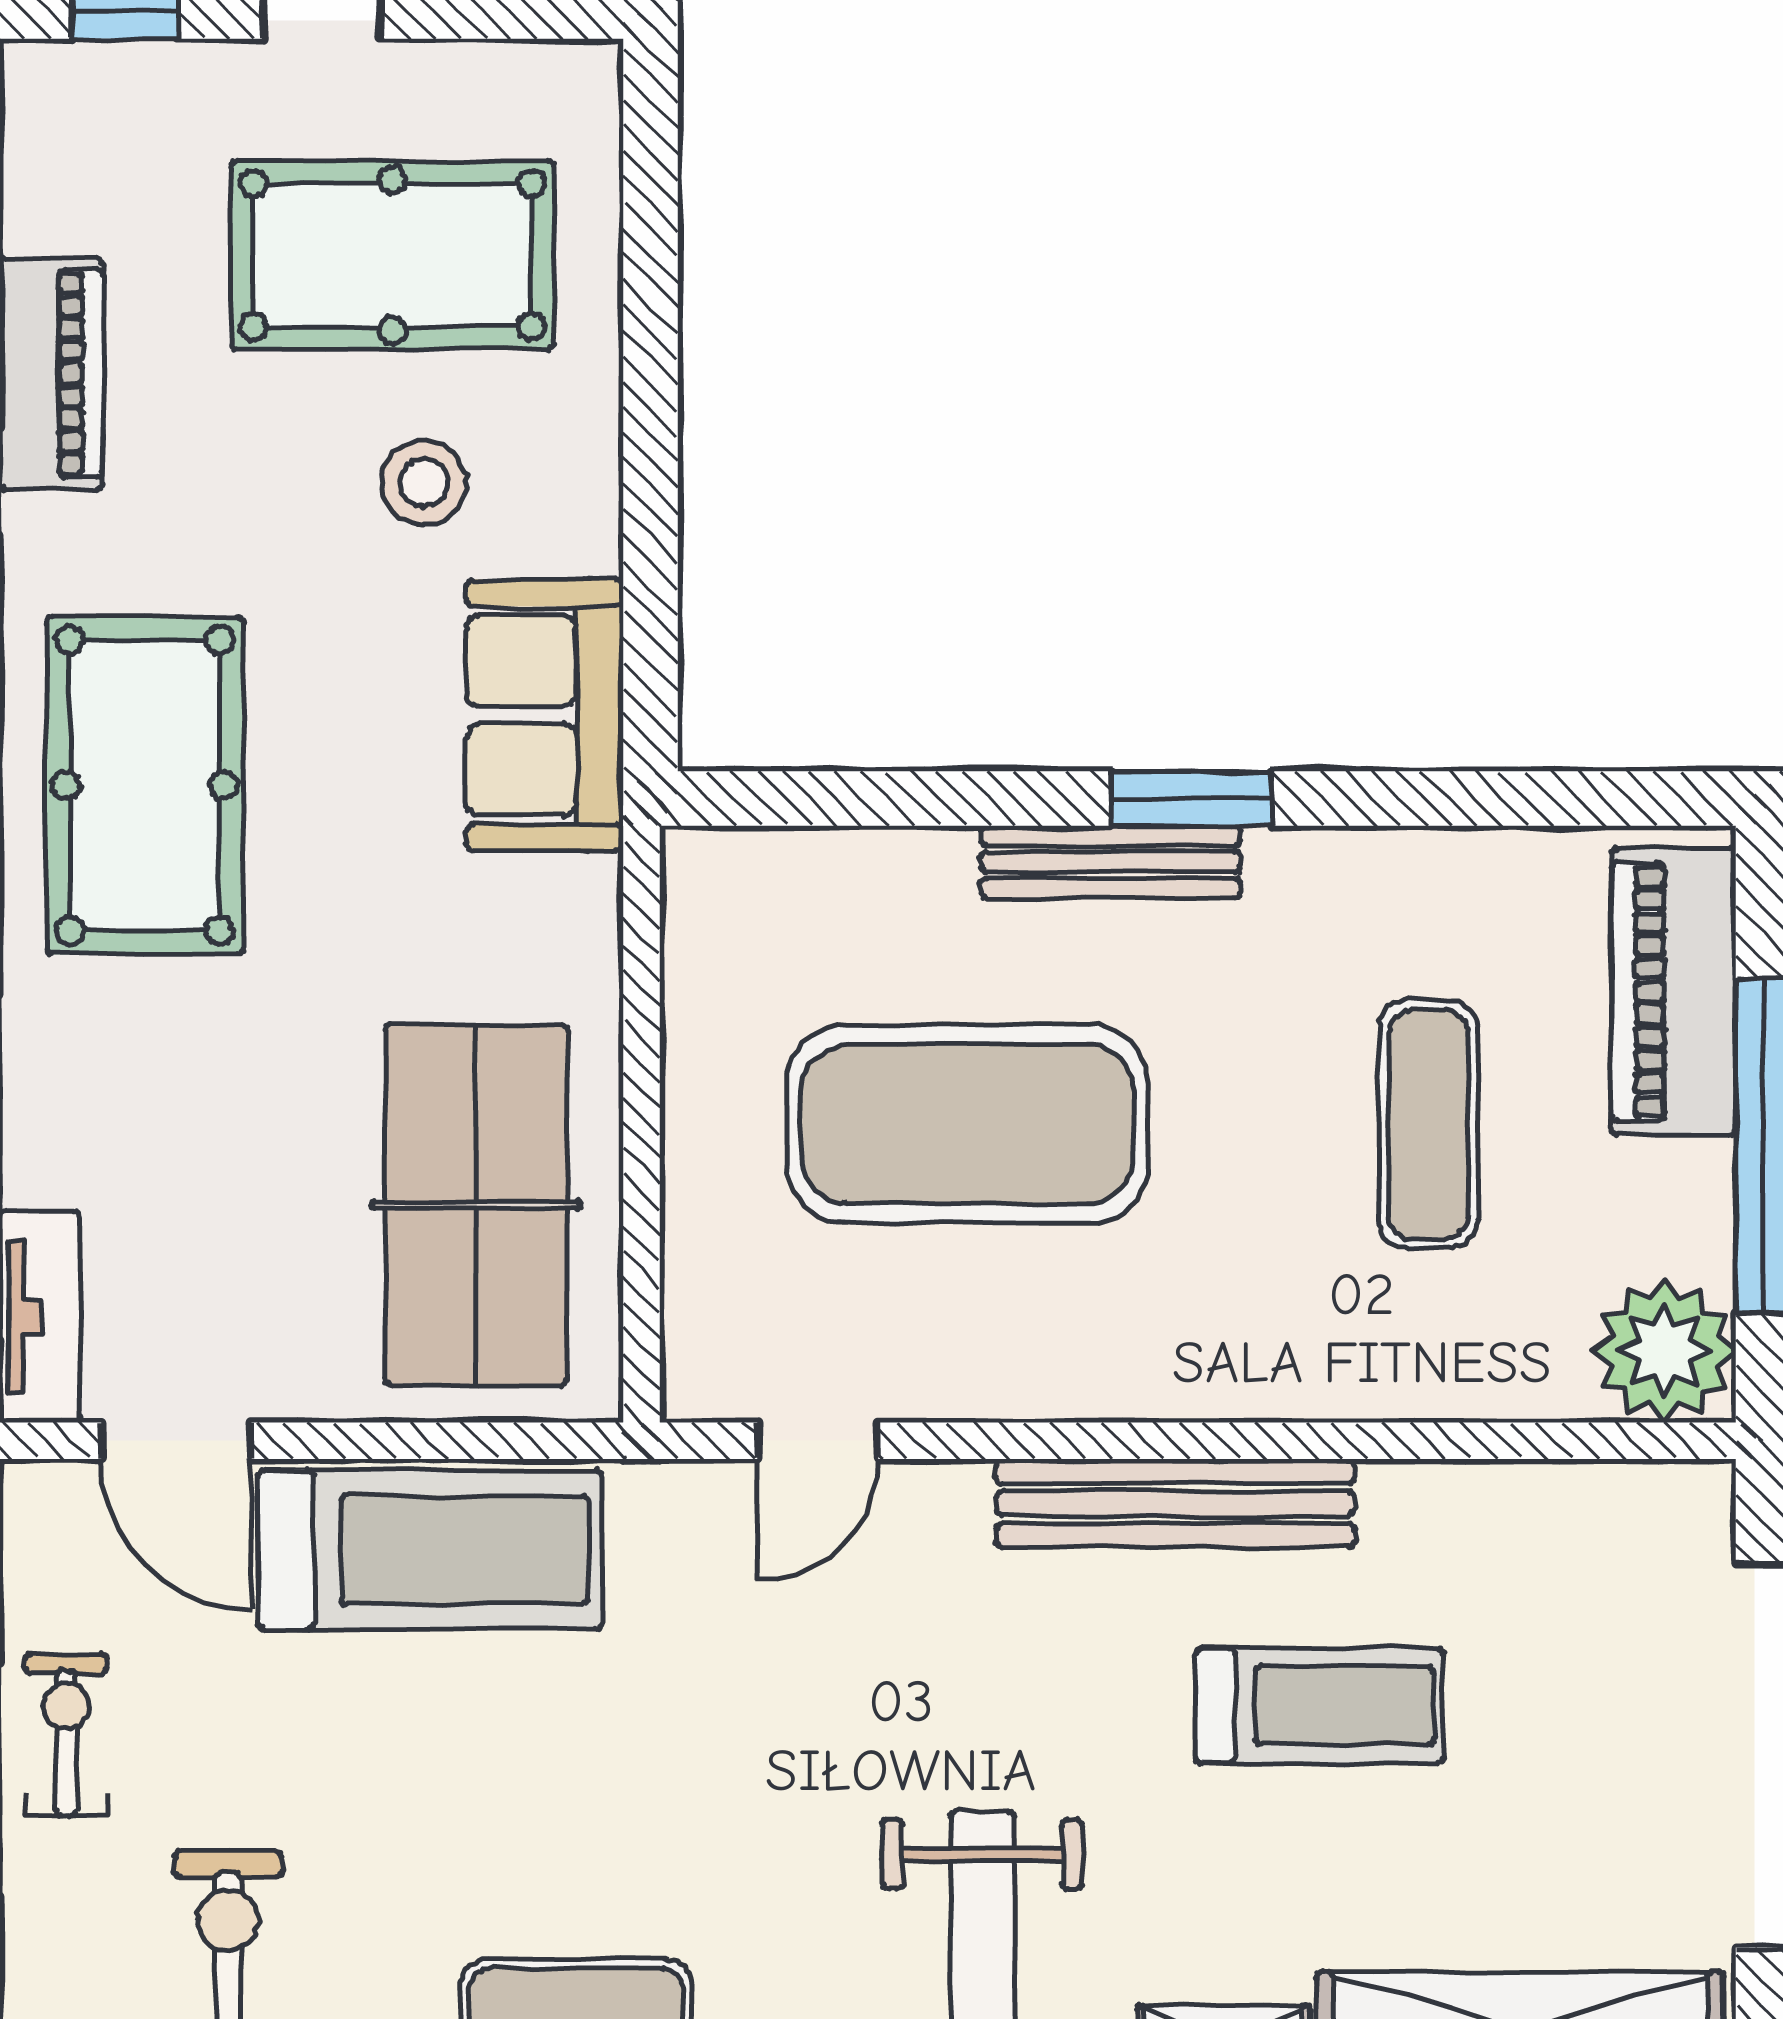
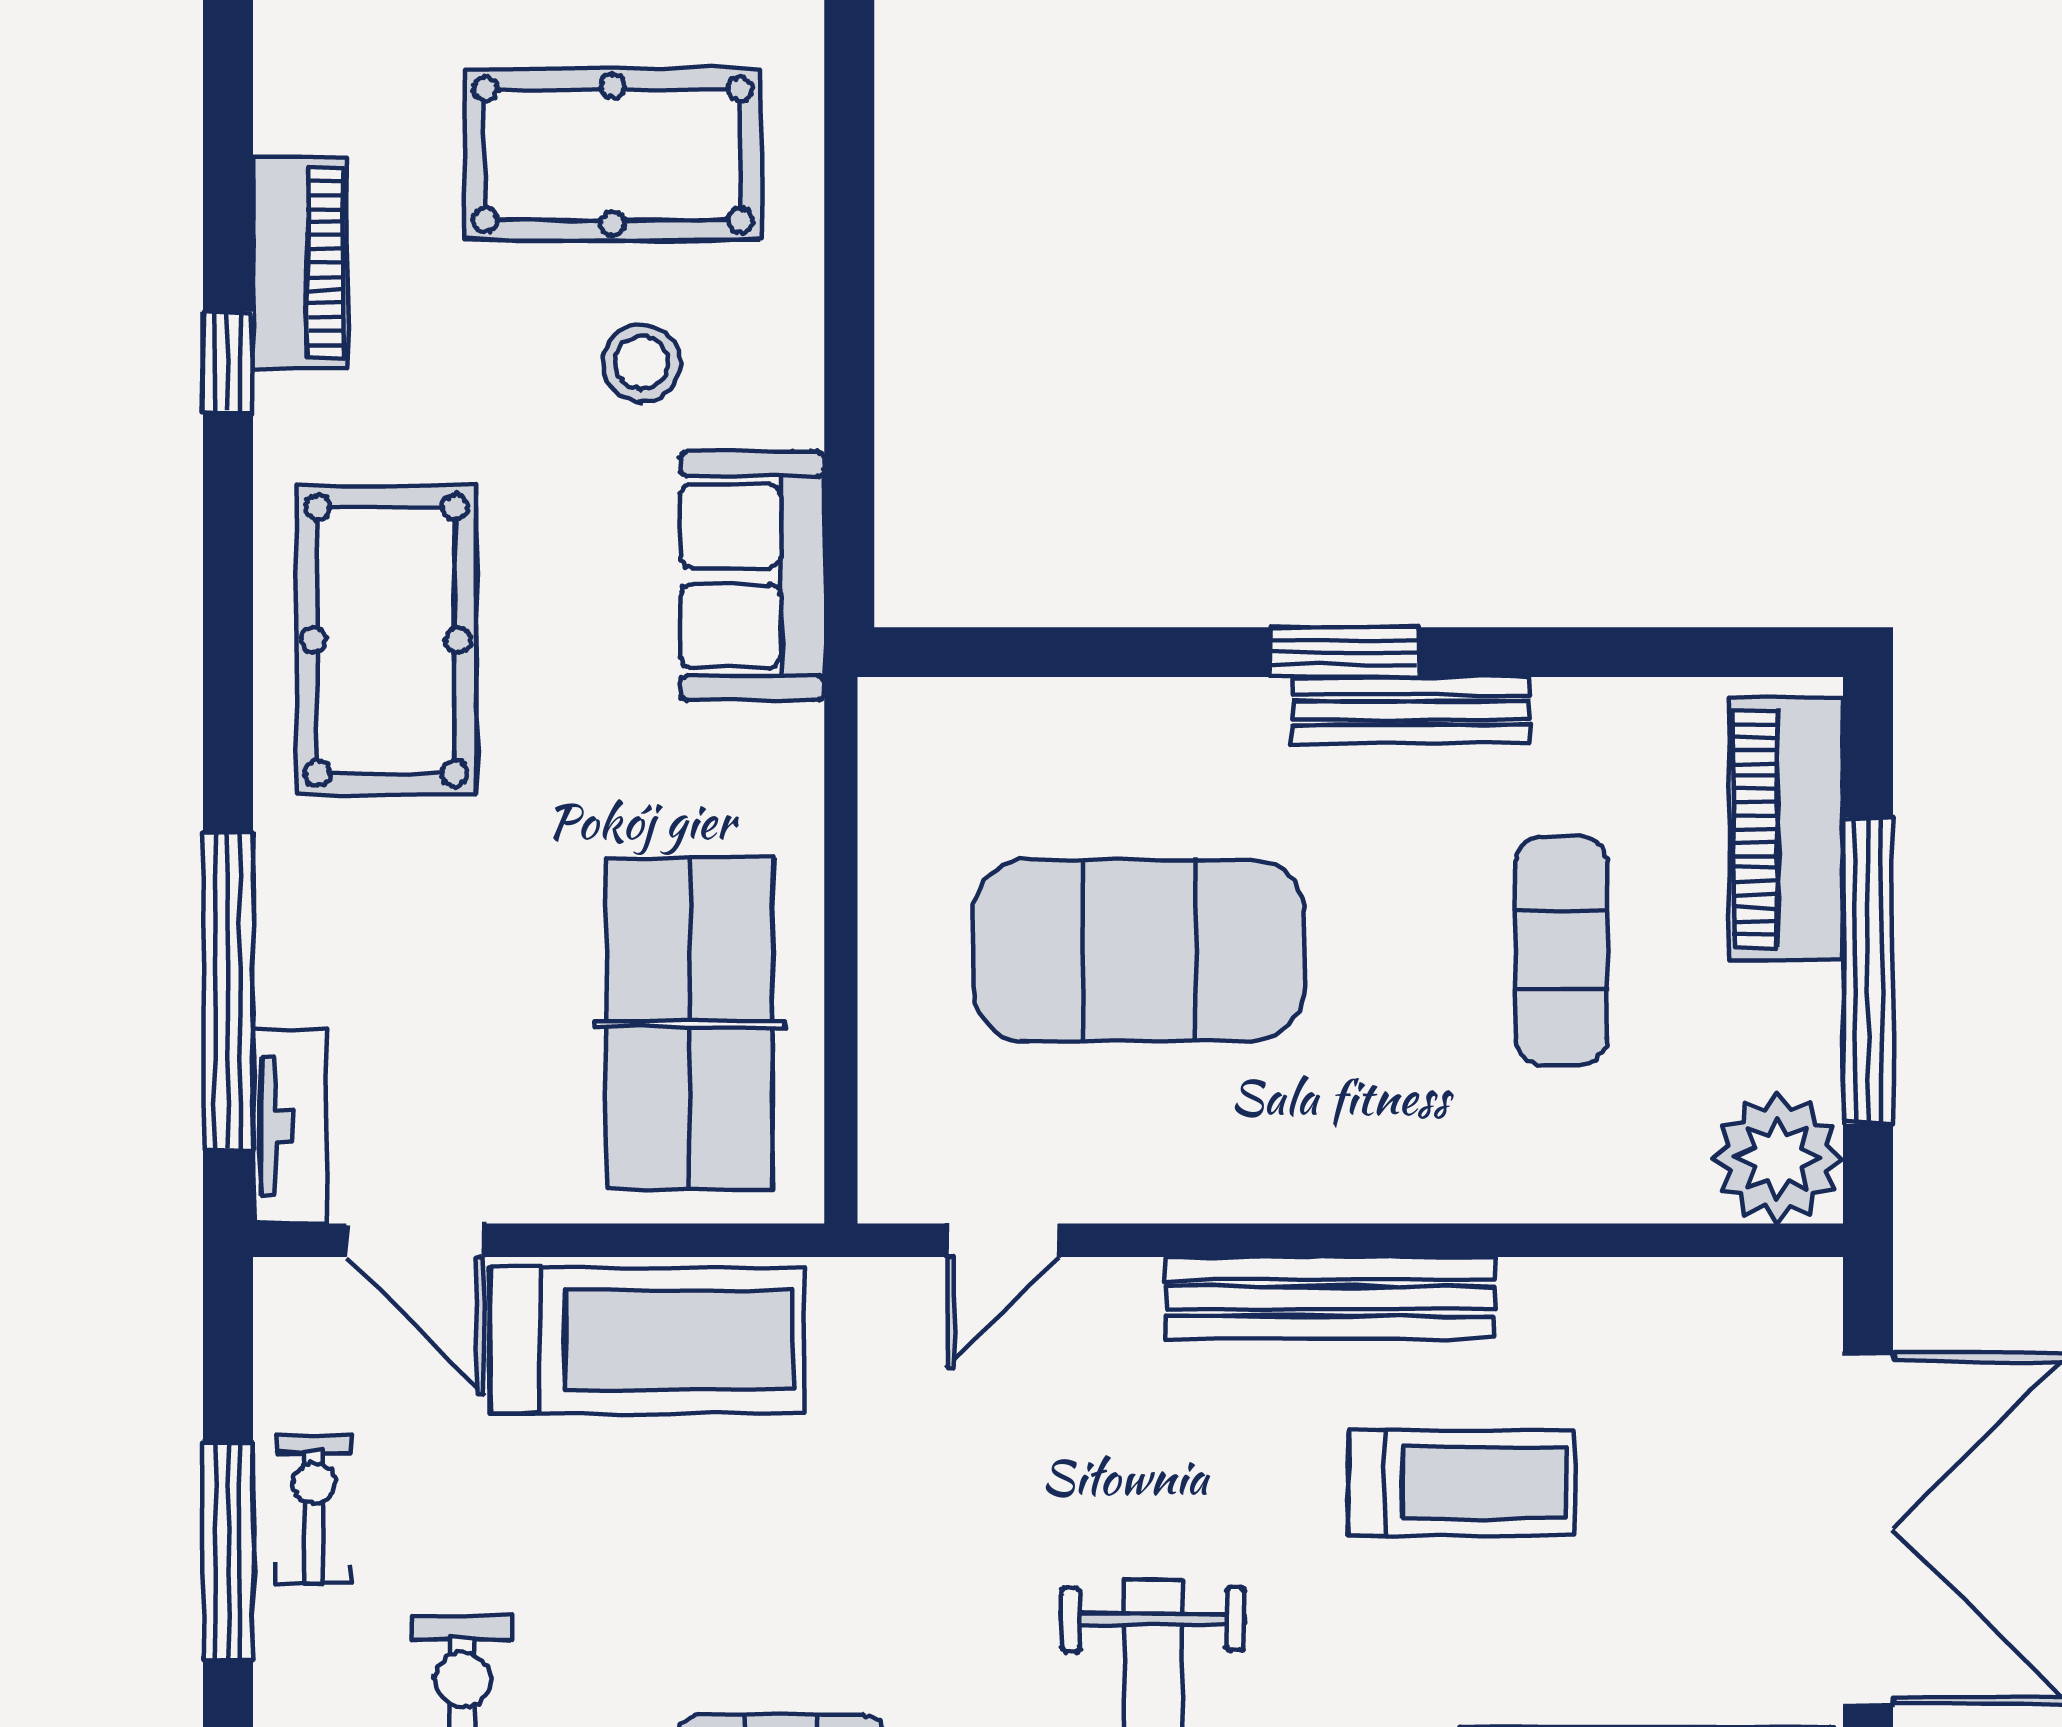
bench: (1111, 862) -> (1411, 710), moved

